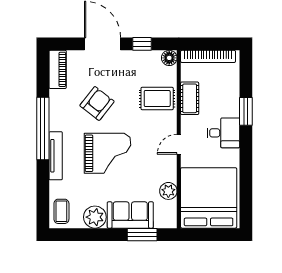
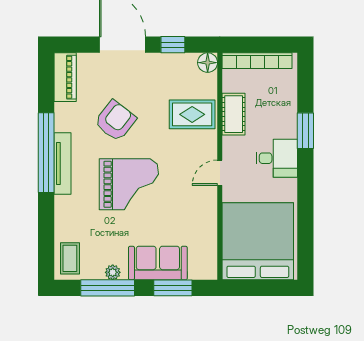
tv unit: (56, 156) -> (63, 163), moved
plant: (168, 191) -> (206, 232), removed
plant: (95, 217) -> (113, 272), width x0.53, depth x0.53
window: (91, 235) -> (108, 288), added

